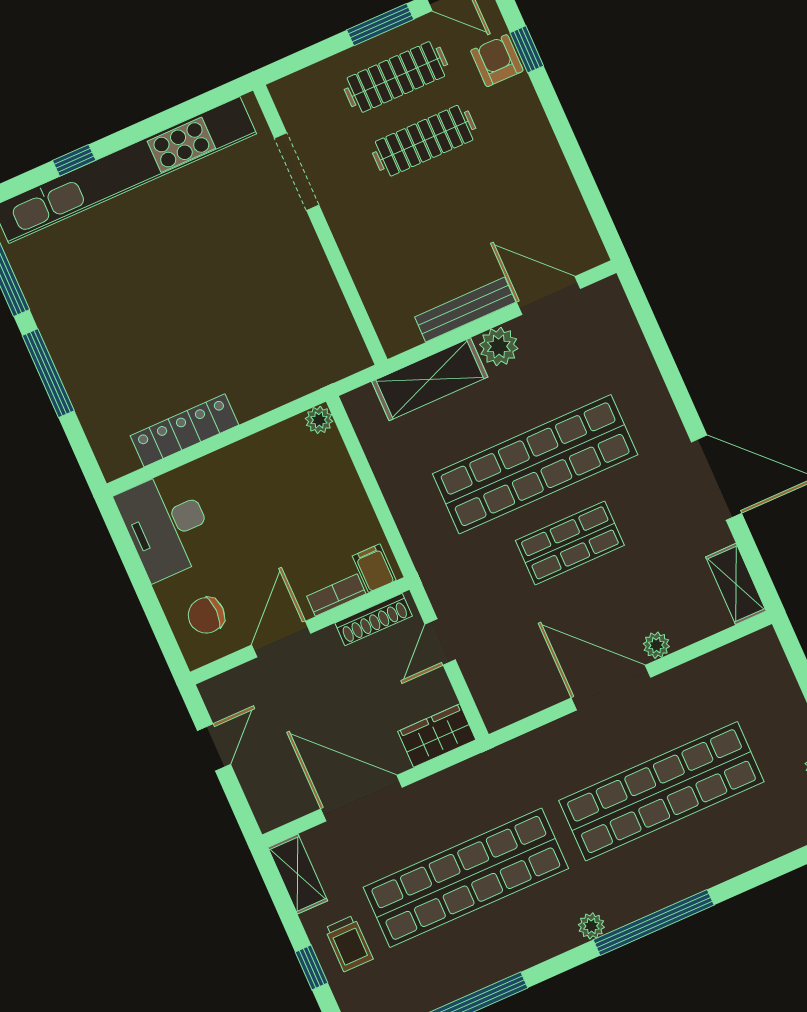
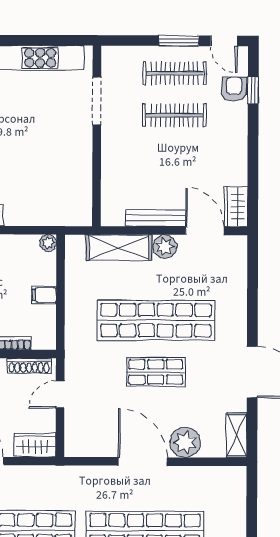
wardrobe: (579, 238) -> (236, 207), added
filing cabinet: (374, 568) -> (44, 295), moved, turned -90
plant: (656, 645) -> (185, 442), width x1.88, depth x1.88

